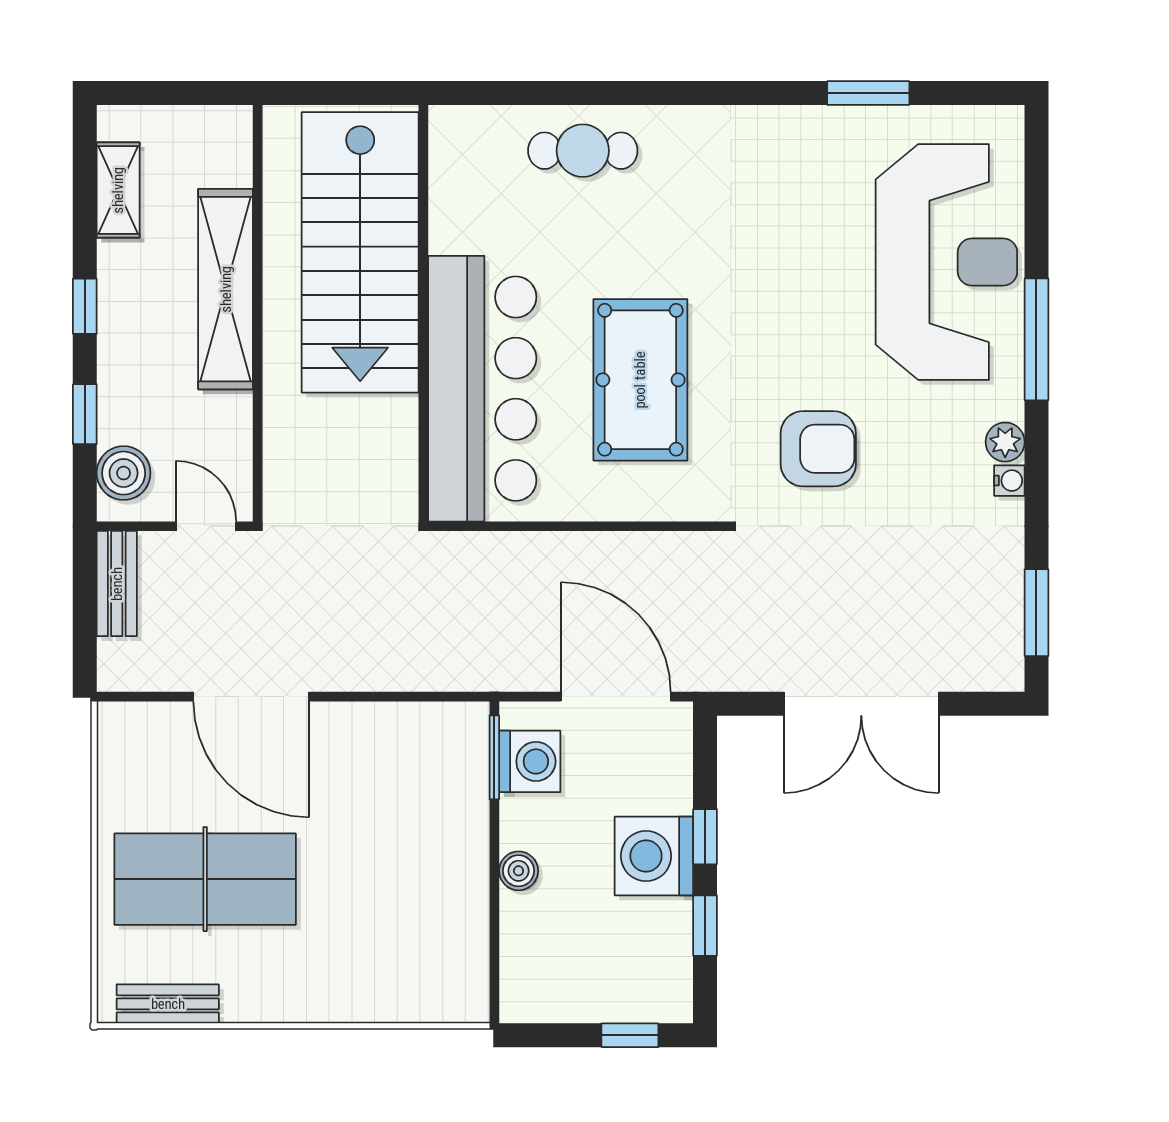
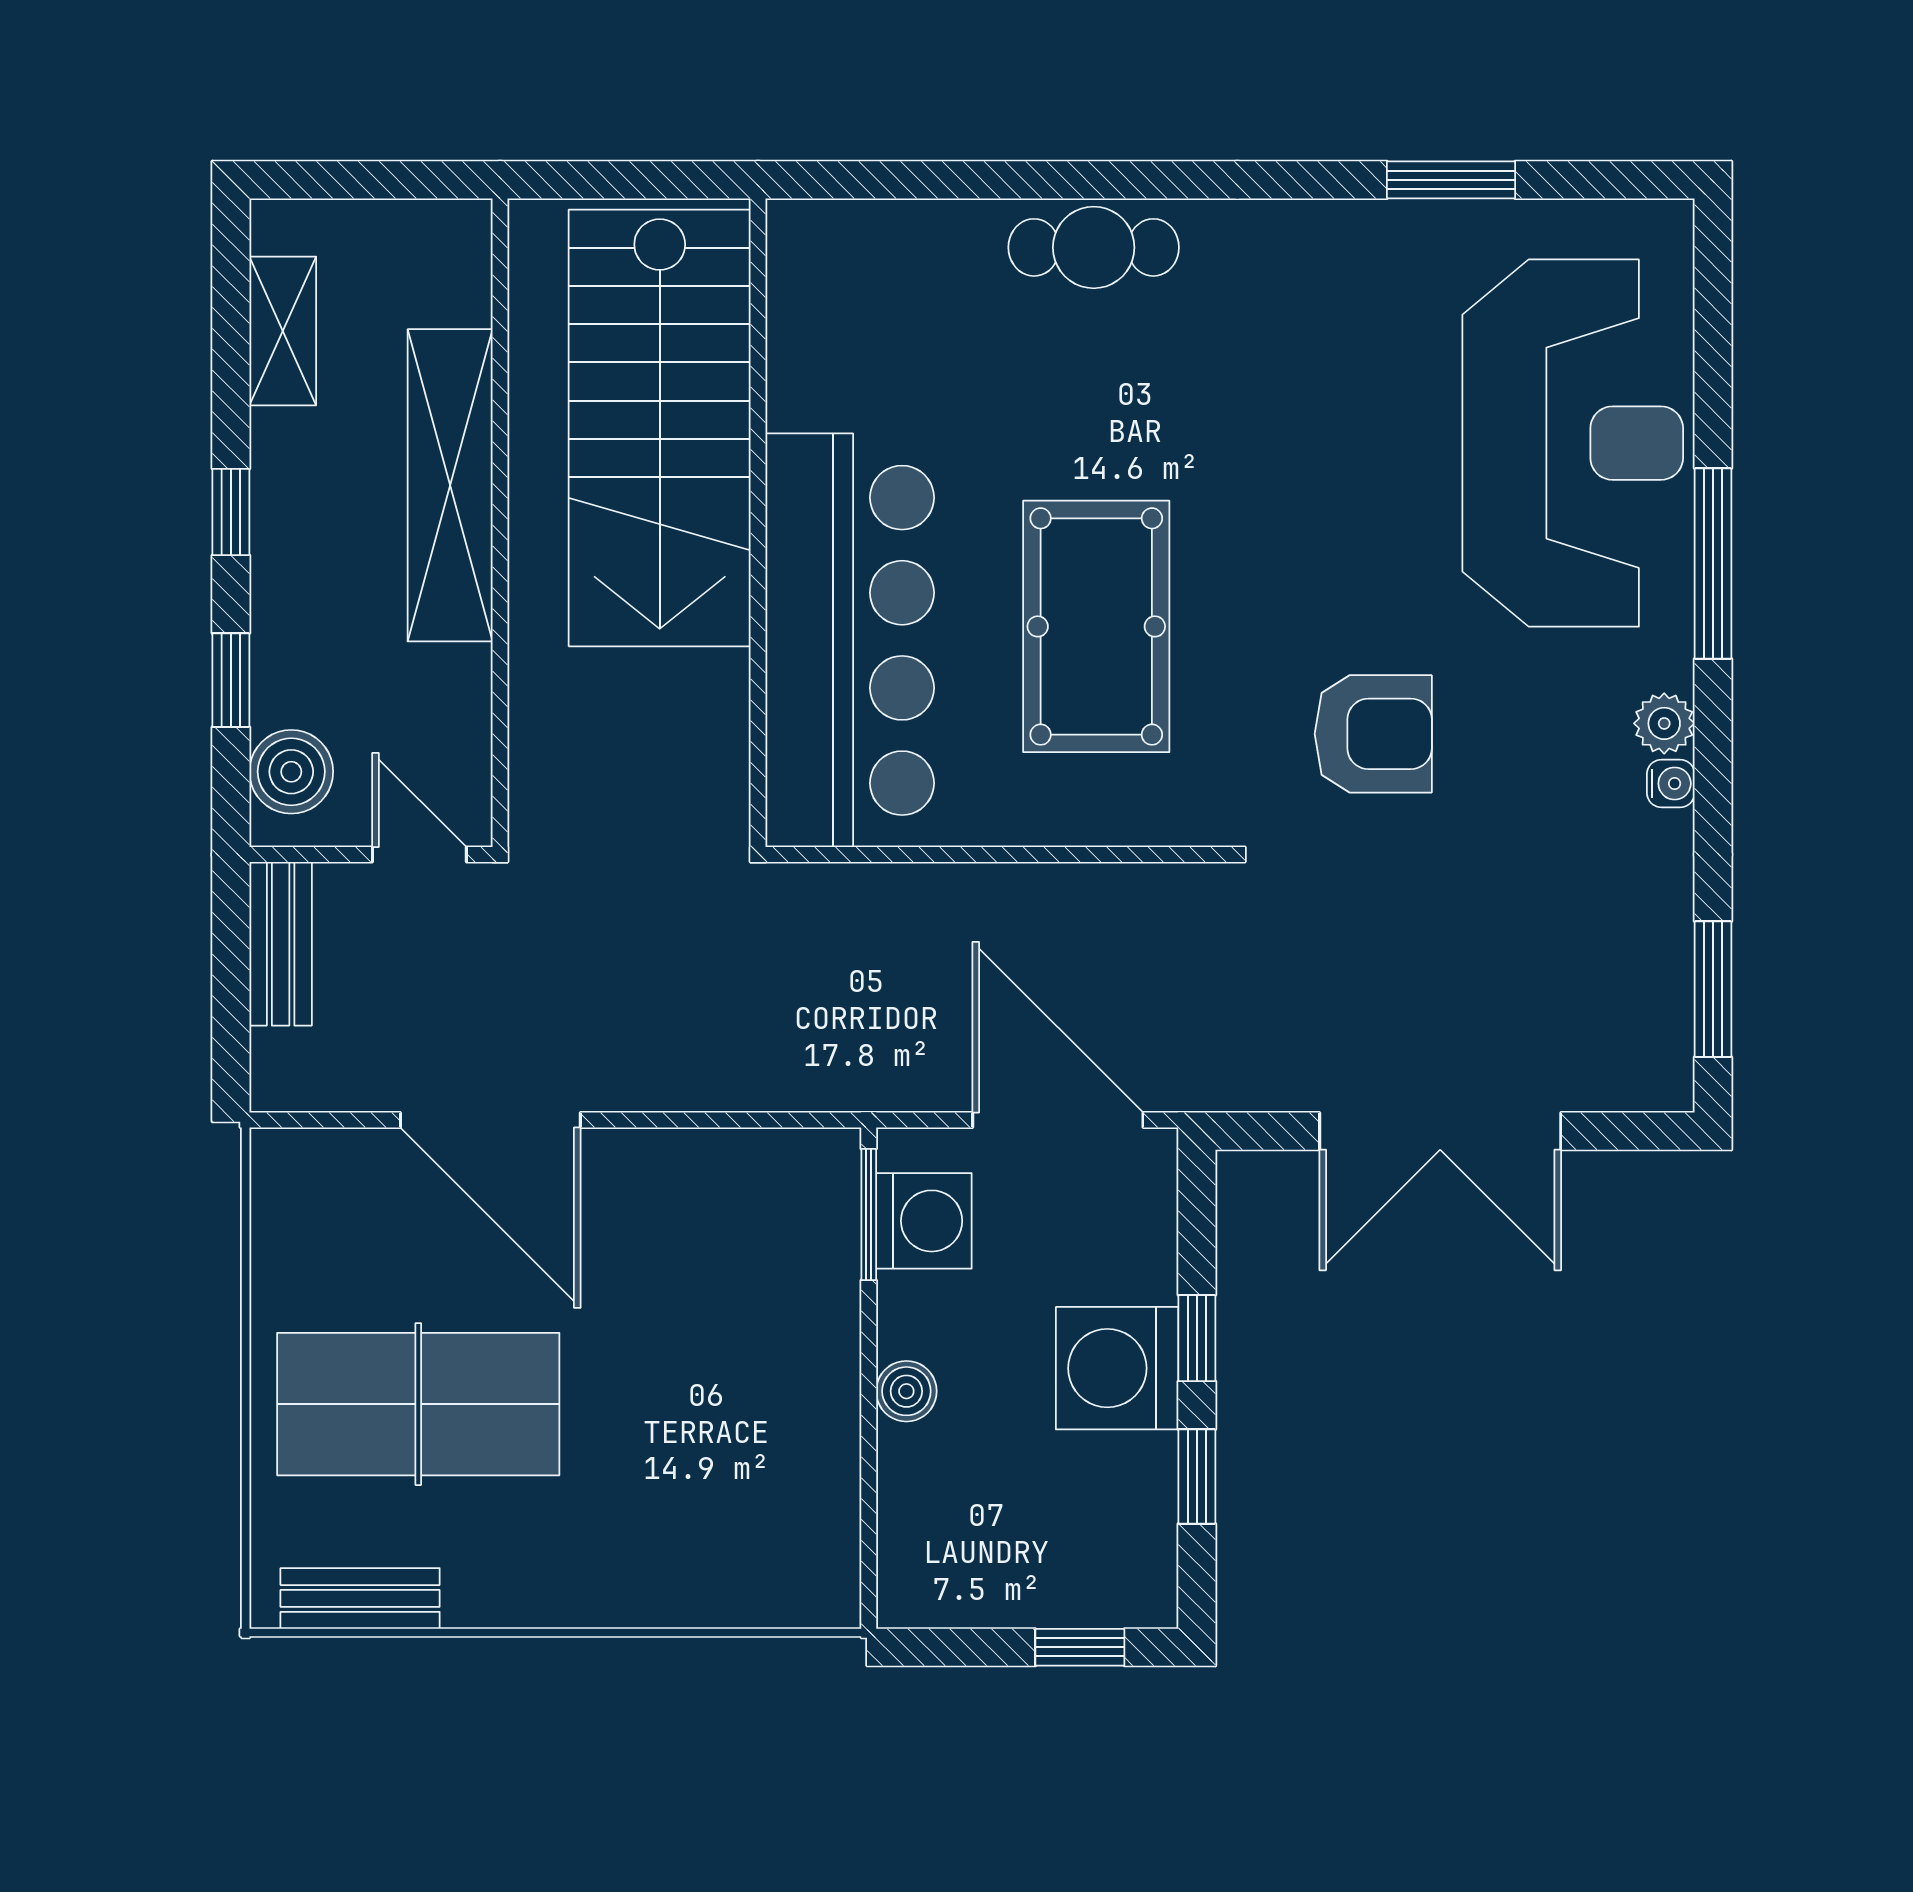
cafe table: (583, 151) -> (1094, 247), moved

